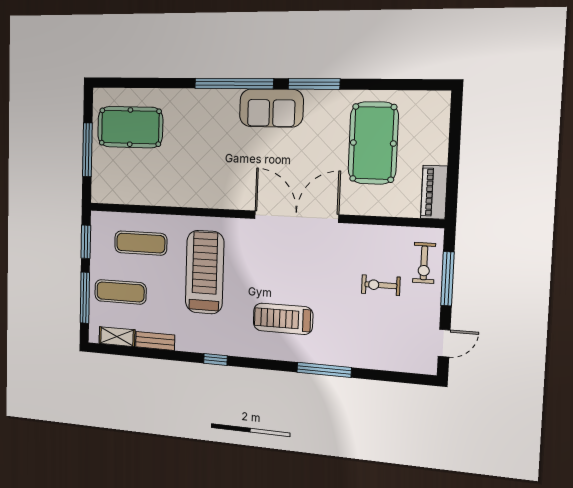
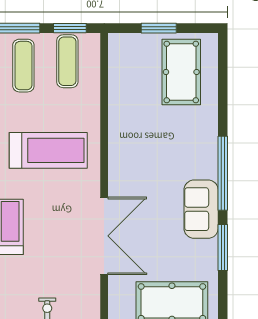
window: (87, 150) -> (159, 28), width x0.69
exercise mat: (141, 243) -> (67, 61), moved

